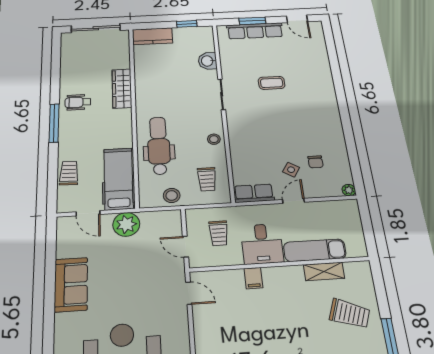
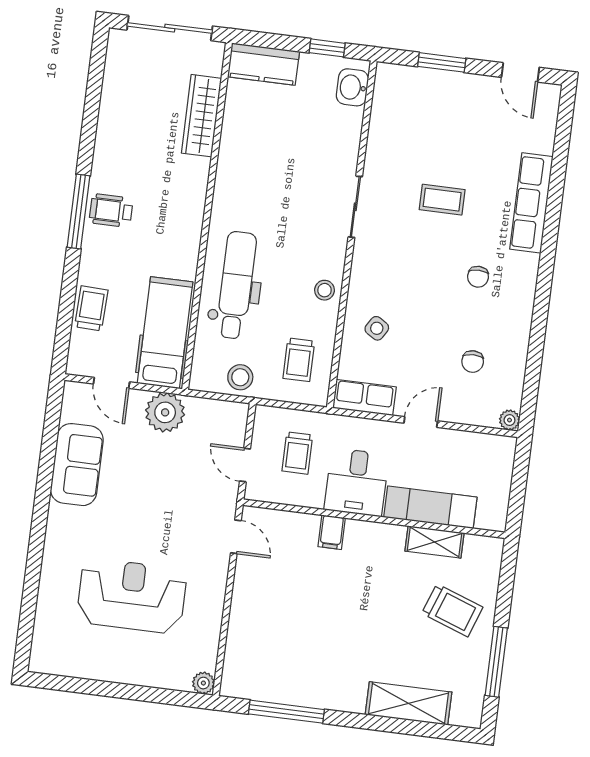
row of seats: (255, 31) -> (531, 203), moved, turned 90
washbasin: (208, 61) -> (352, 87), moved
wardrobe: (122, 88) -> (201, 116), moved
wheelchair: (78, 102) -> (111, 211), moved
chair: (304, 117) -> (478, 277), added
side table: (291, 170) -> (377, 328), moved
sofa: (71, 284) -> (77, 465), moved

